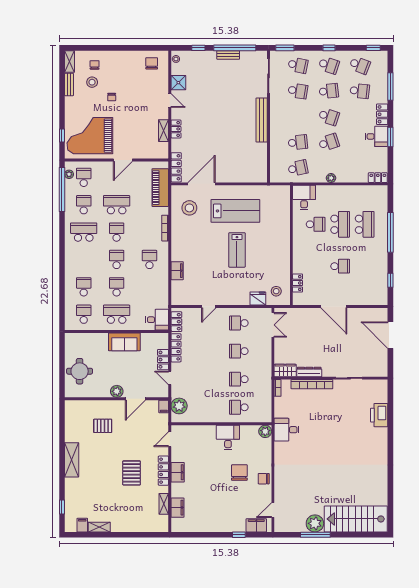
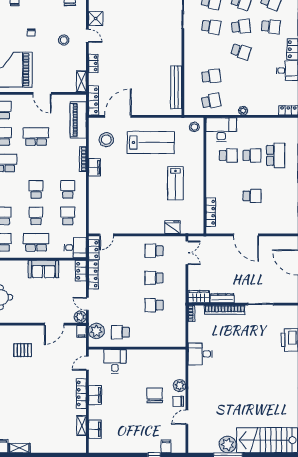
stool: (92, 82) -> (64, 40), moved
bench: (262, 120) -> (176, 87), moved
shelving: (164, 131) -> (81, 81), moved
school desk: (329, 142) -> (241, 76), removed
door: (123, 160) -> (42, 93), hinge flipped
desk: (304, 198) -> (221, 130), width x1.37
school desk: (340, 224) -> (252, 155), width x0.54
school desk: (117, 232) -> (68, 216), moved
lab bench: (237, 250) -> (175, 183), moved
filing cabinet: (177, 271) -> (94, 167), moved
locker: (298, 283) -> (211, 212), width x1.53
stool: (276, 291) -> (194, 127), moved
door: (209, 307) -> (107, 235), moved
locker: (163, 360) -> (81, 271), moved
plant: (117, 391) -> (80, 317), moved
school desk: (239, 407) -> (120, 332), moved
plant: (265, 431) -> (180, 386), moved
desk: (228, 437) -> (115, 361), moved
pallet: (132, 473) -> (50, 396), removed
door: (273, 510) -> (187, 417), moved
filing cabinet: (256, 525) -> (166, 446), width x0.50

